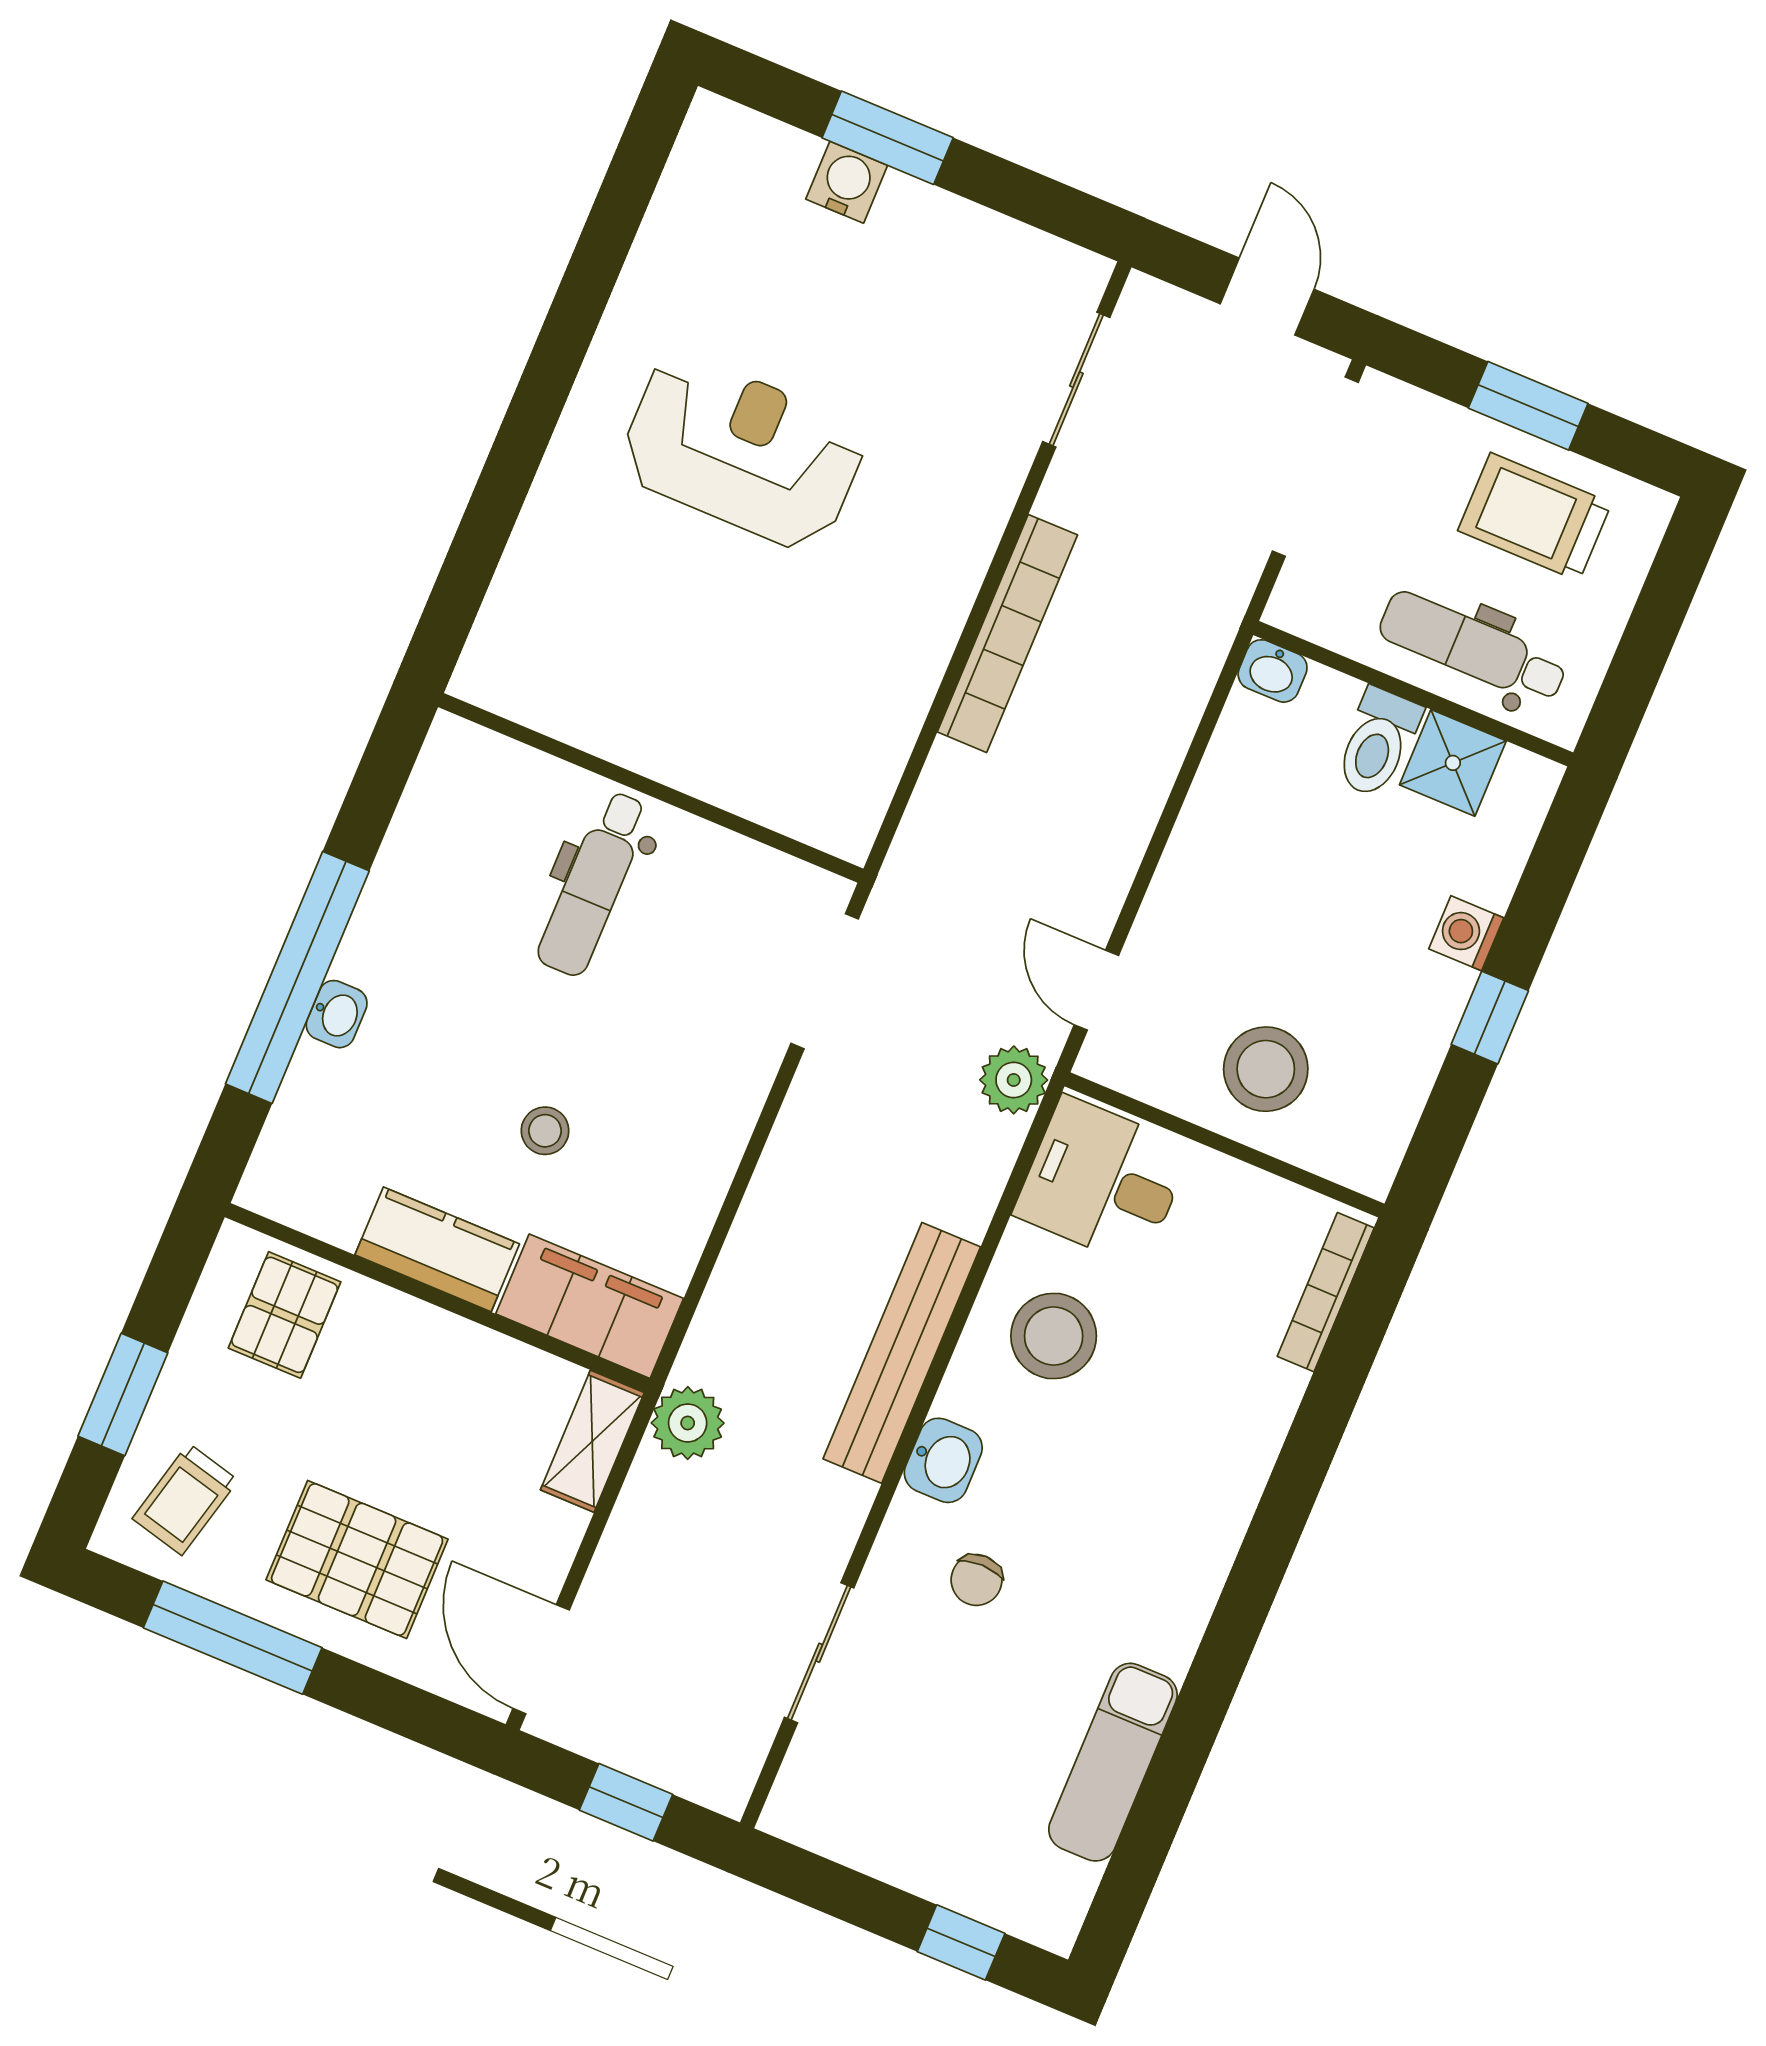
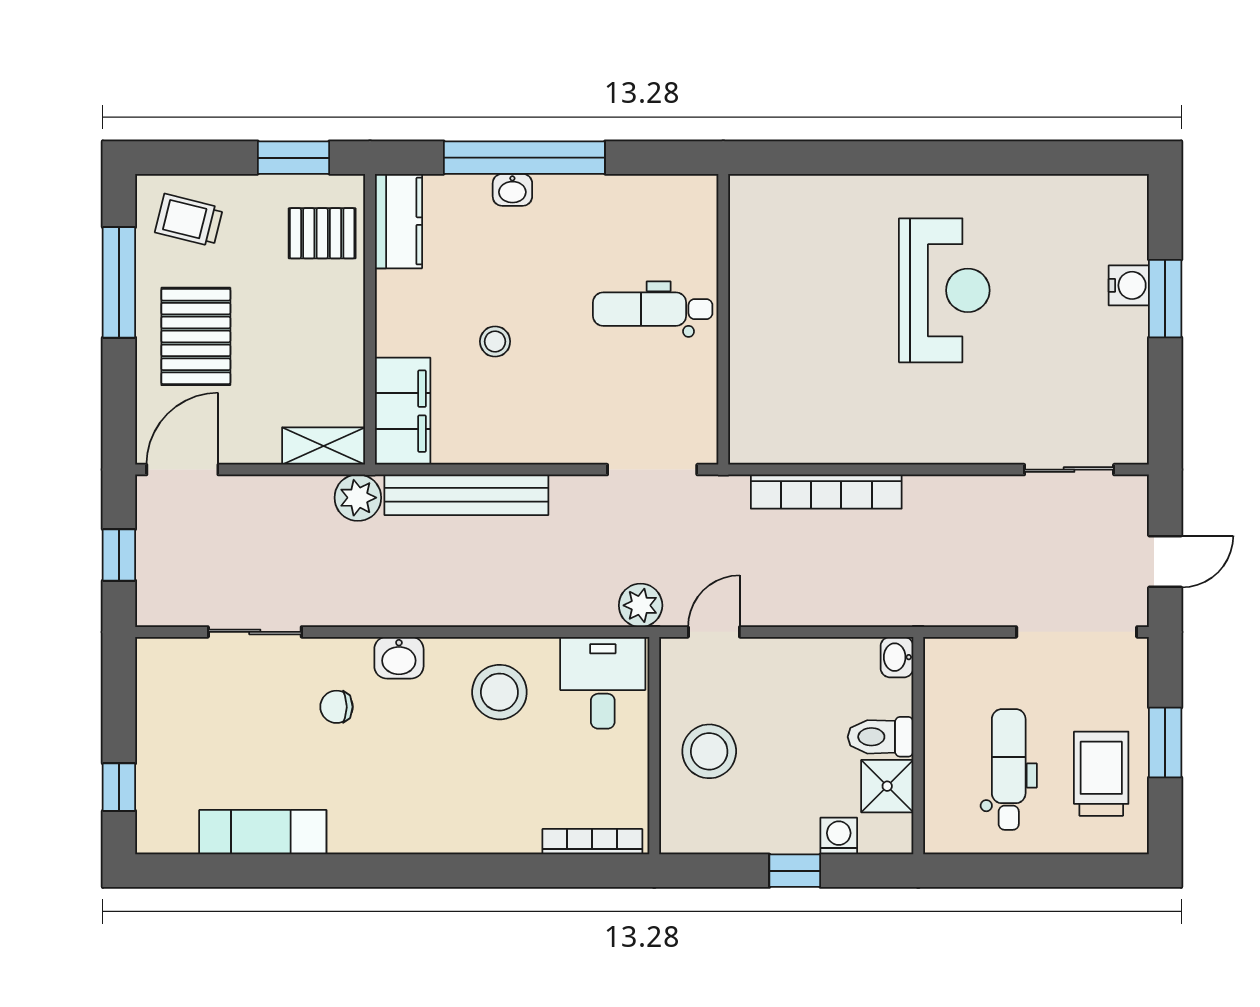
bookcase: (1007, 633) -> (826, 492), moved
washbasin: (1273, 671) -> (897, 657), moved
wall: (1413, 694) -> (918, 746), moved
toilet: (1378, 743) -> (881, 737), moved
shower: (1453, 763) -> (887, 786), moved
kitchen counter: (437, 1249) -> (398, 221), moved
bench: (902, 1353) -> (466, 495), moved
window: (123, 1394) -> (293, 158), moved

